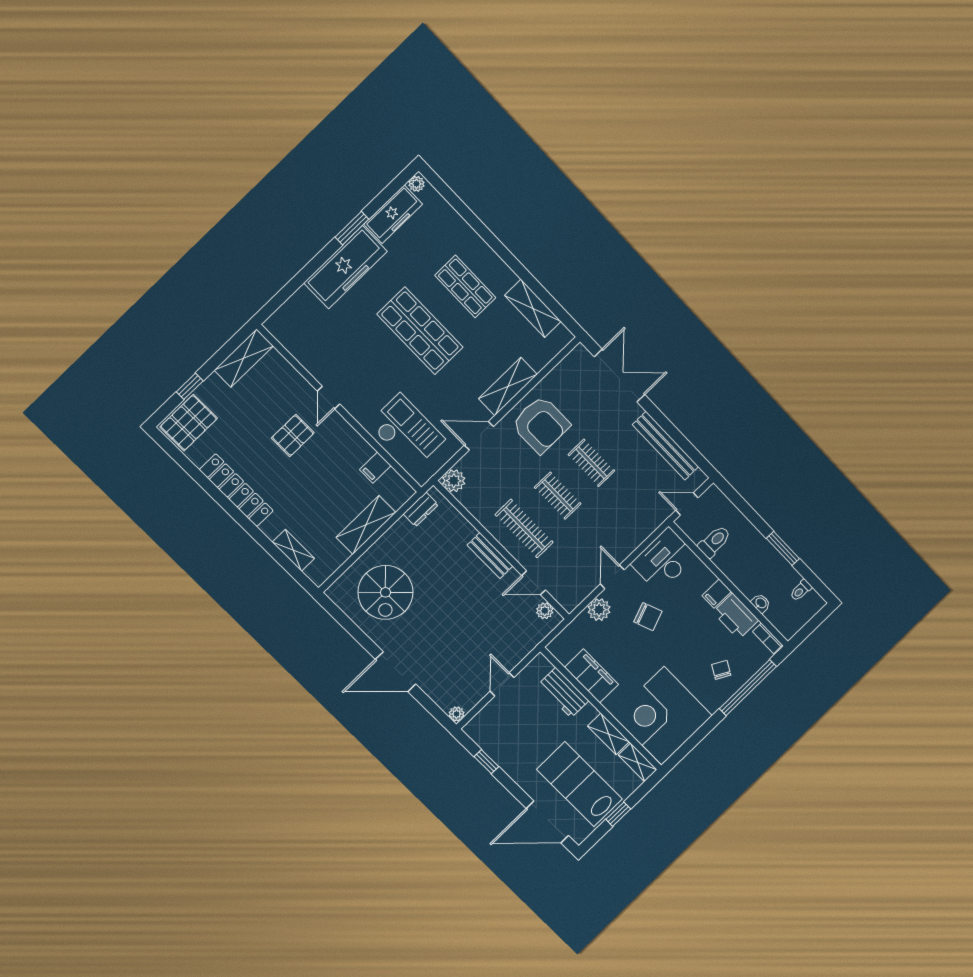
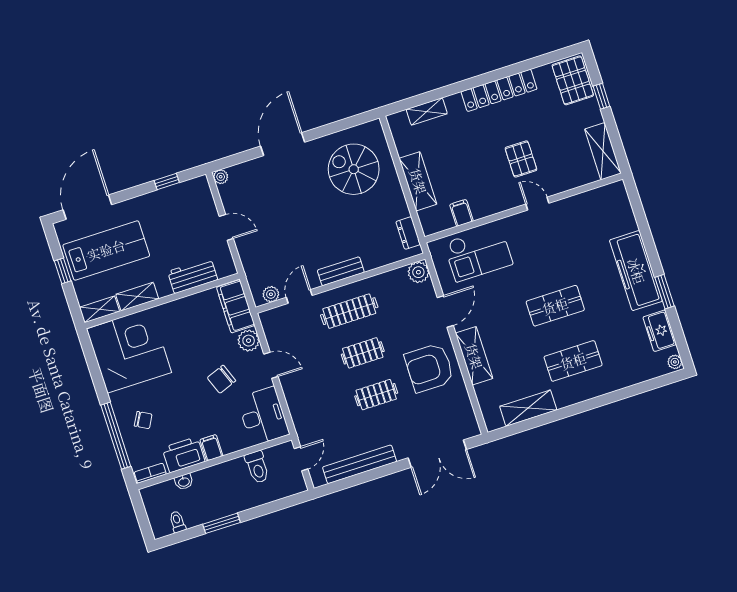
freezer: (393, 214) -> (660, 331), width x0.71
shop shelf: (420, 331) -> (555, 306), width x0.70, depth x0.74
filing cabinet: (591, 676) -> (236, 306), moved, turned 90

